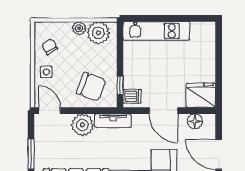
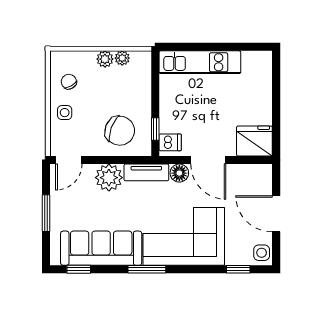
plant: (98, 33) -> (122, 58), width x0.53, depth x0.53
door: (50, 111) -> (69, 160), swing flipped
floor lamp: (195, 121) -> (179, 173), moved

